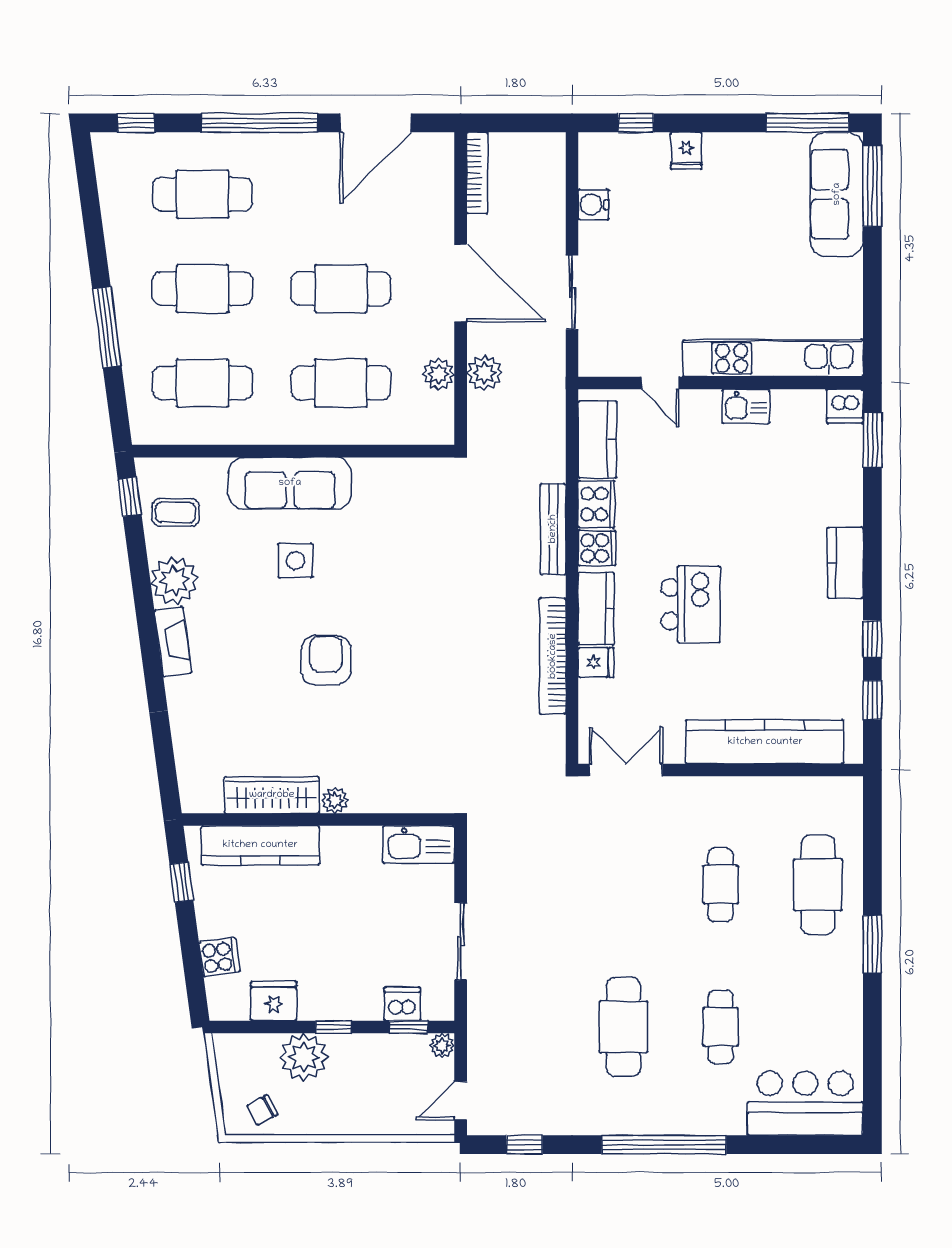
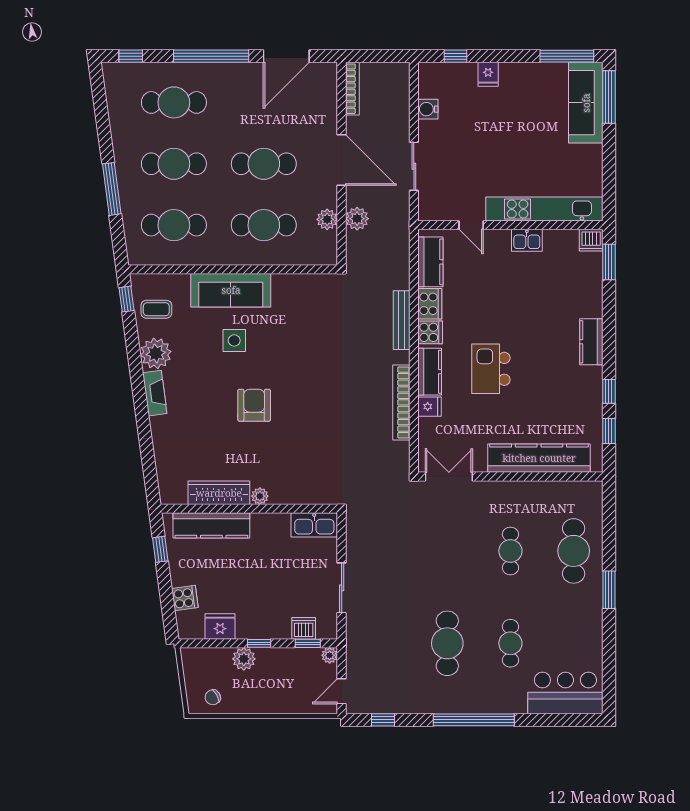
kitchen island: (691, 604) -> (491, 369), turned 180
plant: (304, 1057) -> (244, 659), width x0.73, depth x0.73

